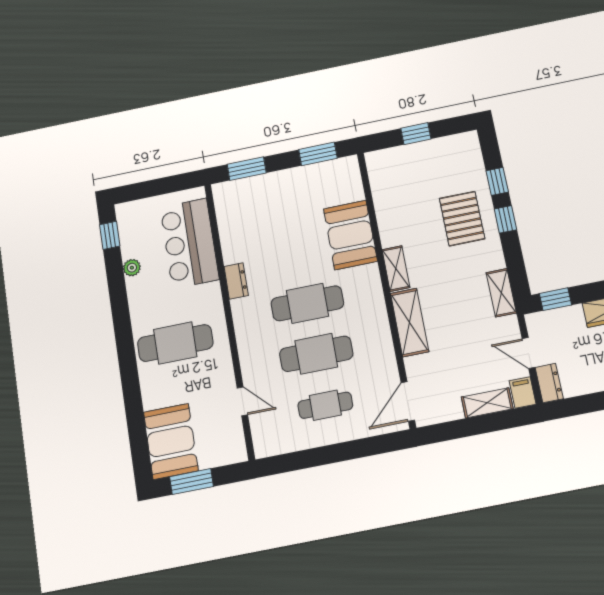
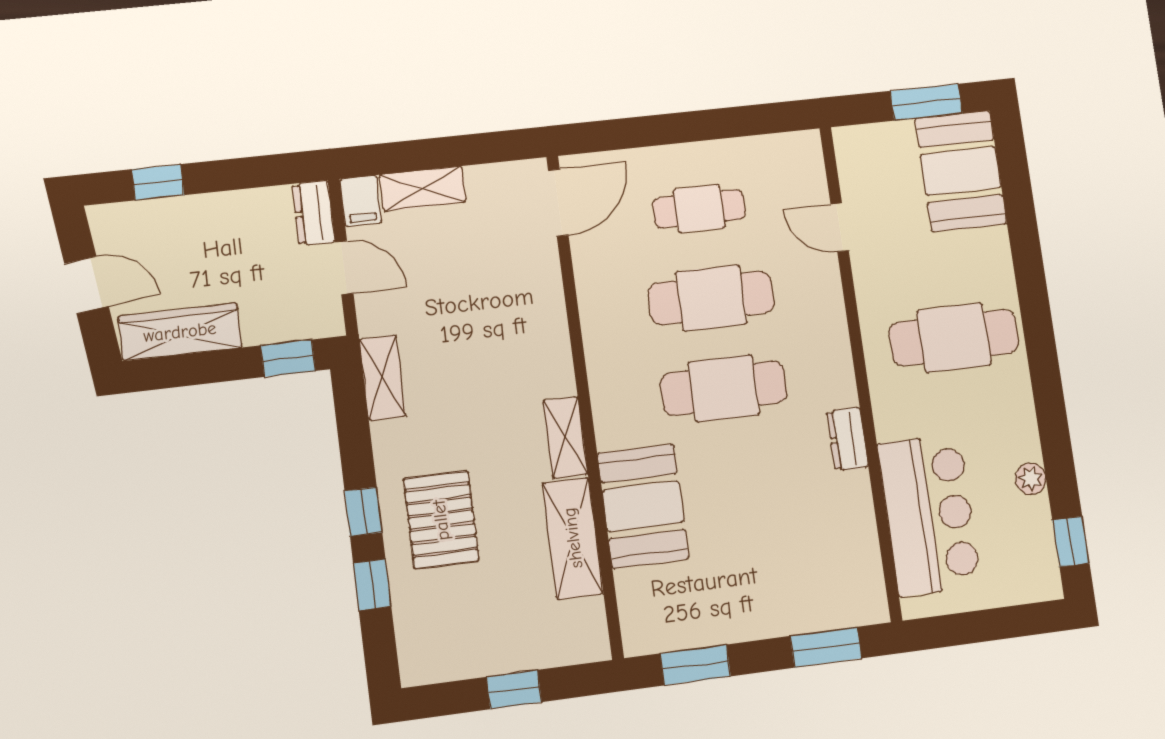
shelving: (410, 322) -> (573, 538), moved

